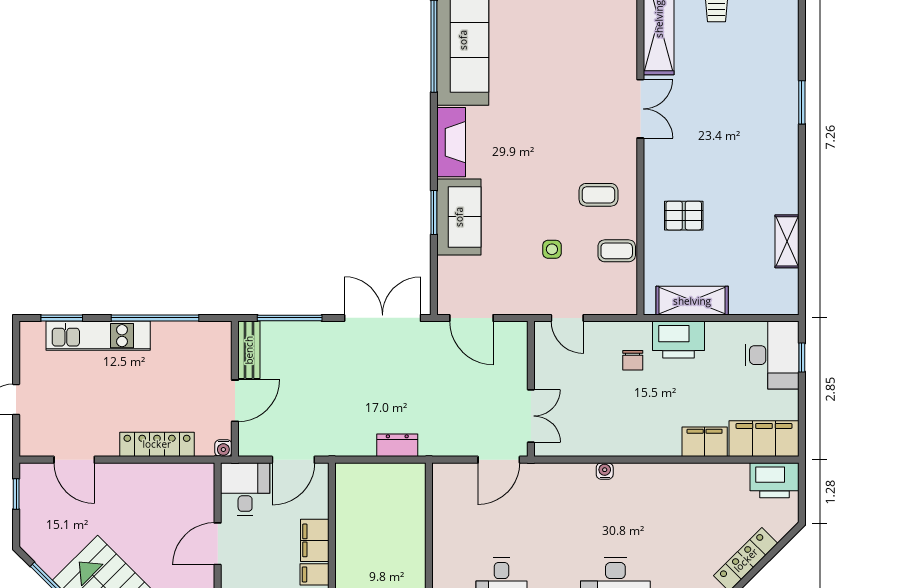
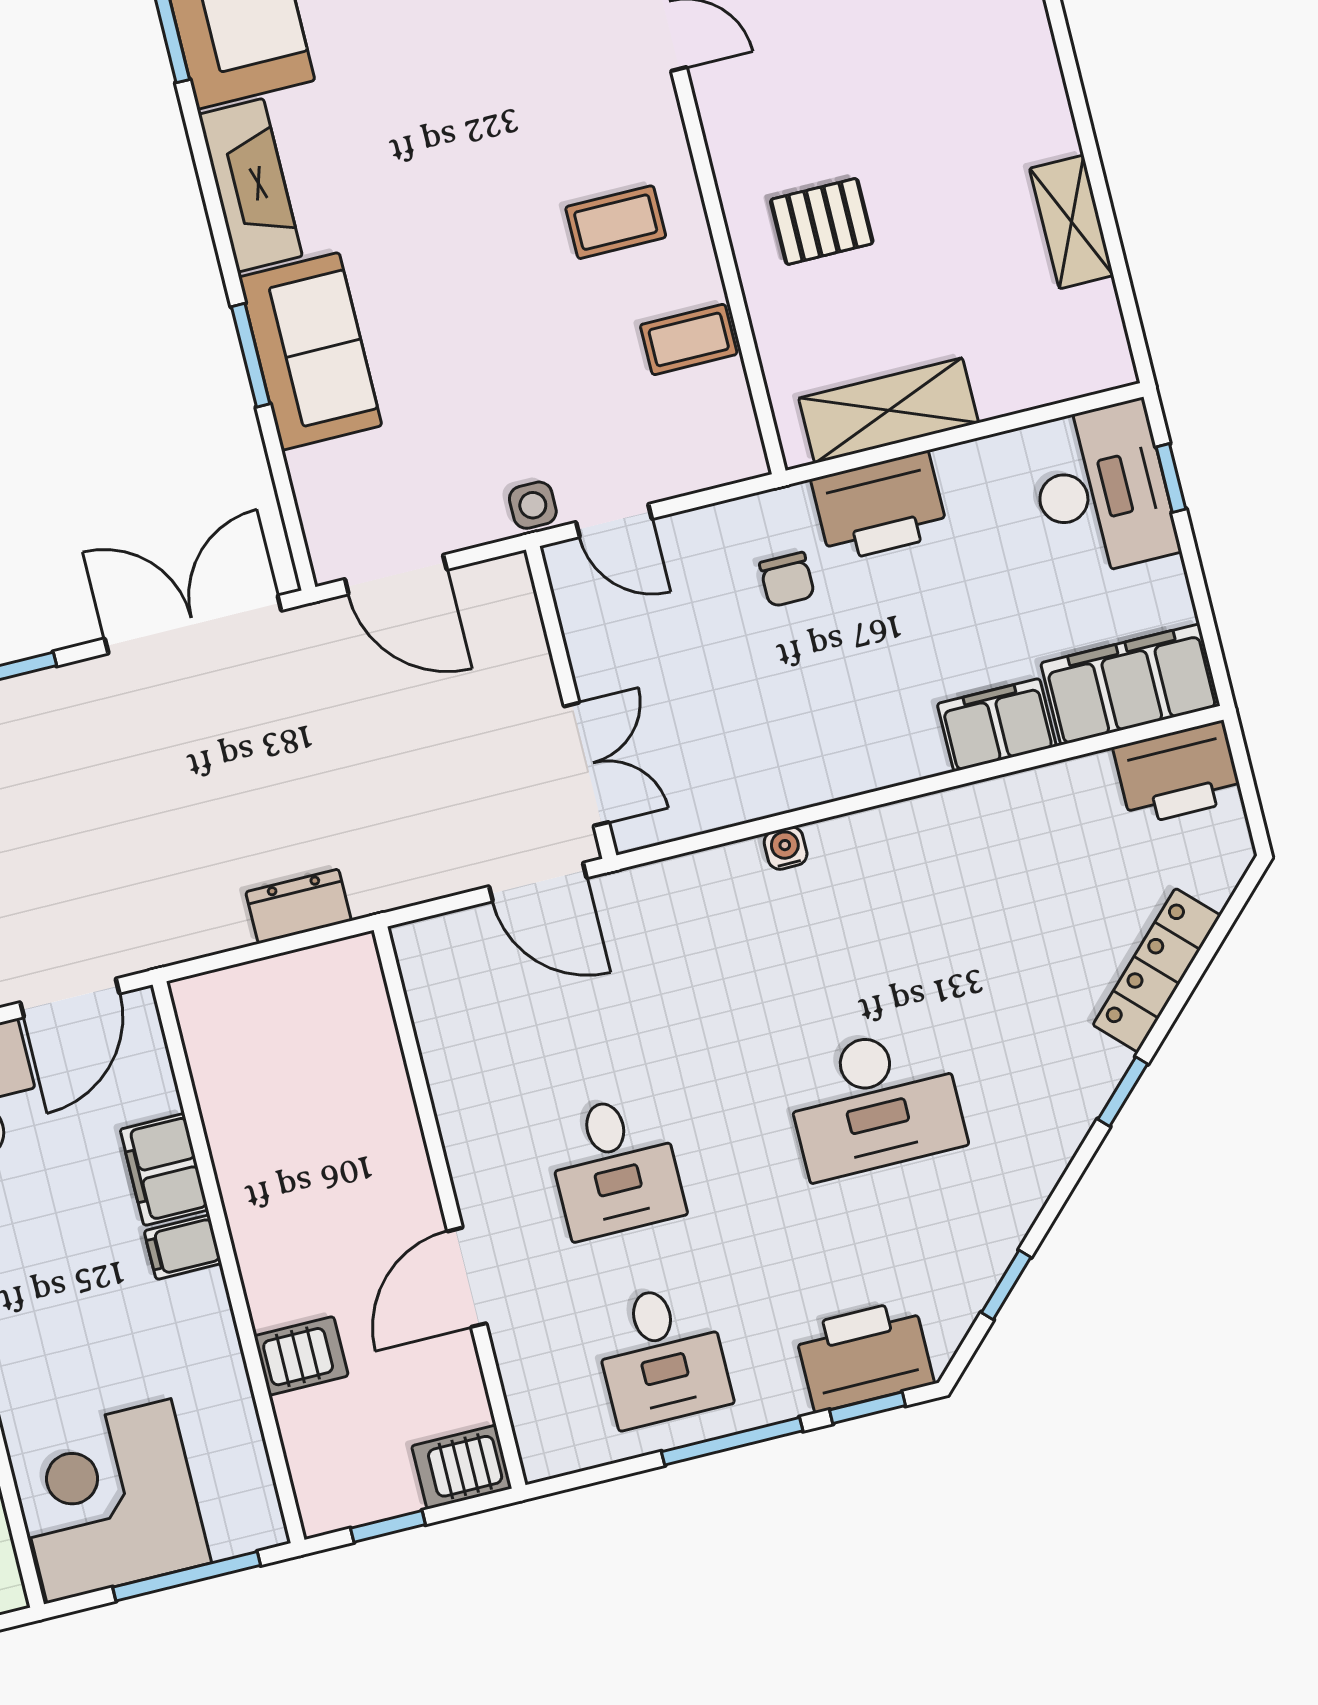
side table: (552, 249) -> (533, 505), moved
door: (499, 460) -> (538, 882), hinge flipped

